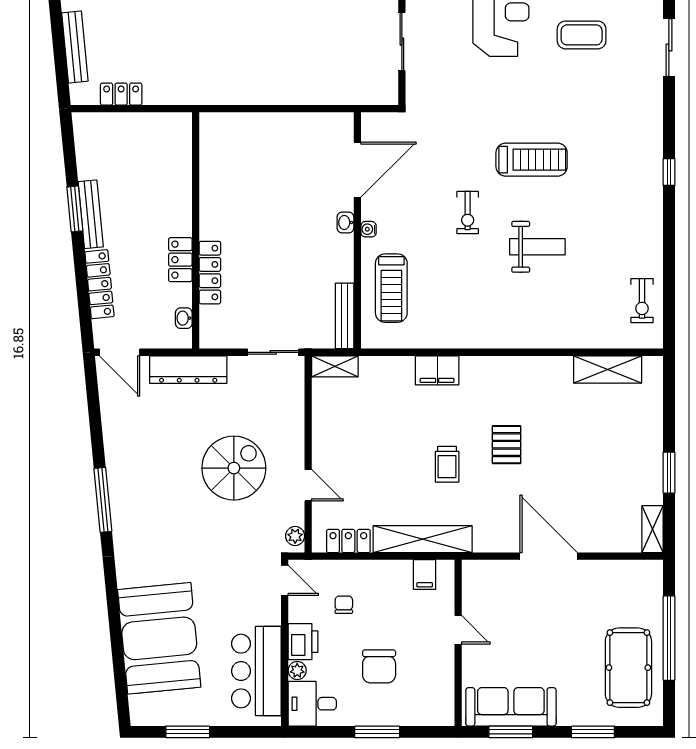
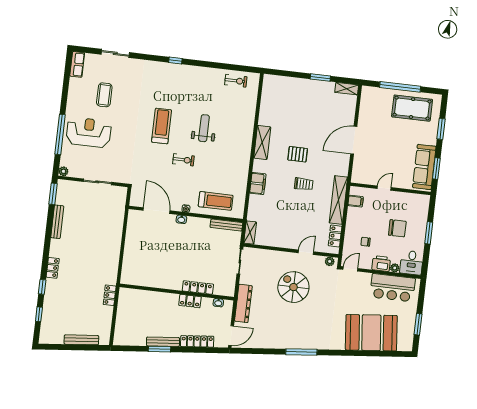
locker: (121, 94) -> (110, 295), moved
shelving: (608, 369) -> (262, 142), moved

